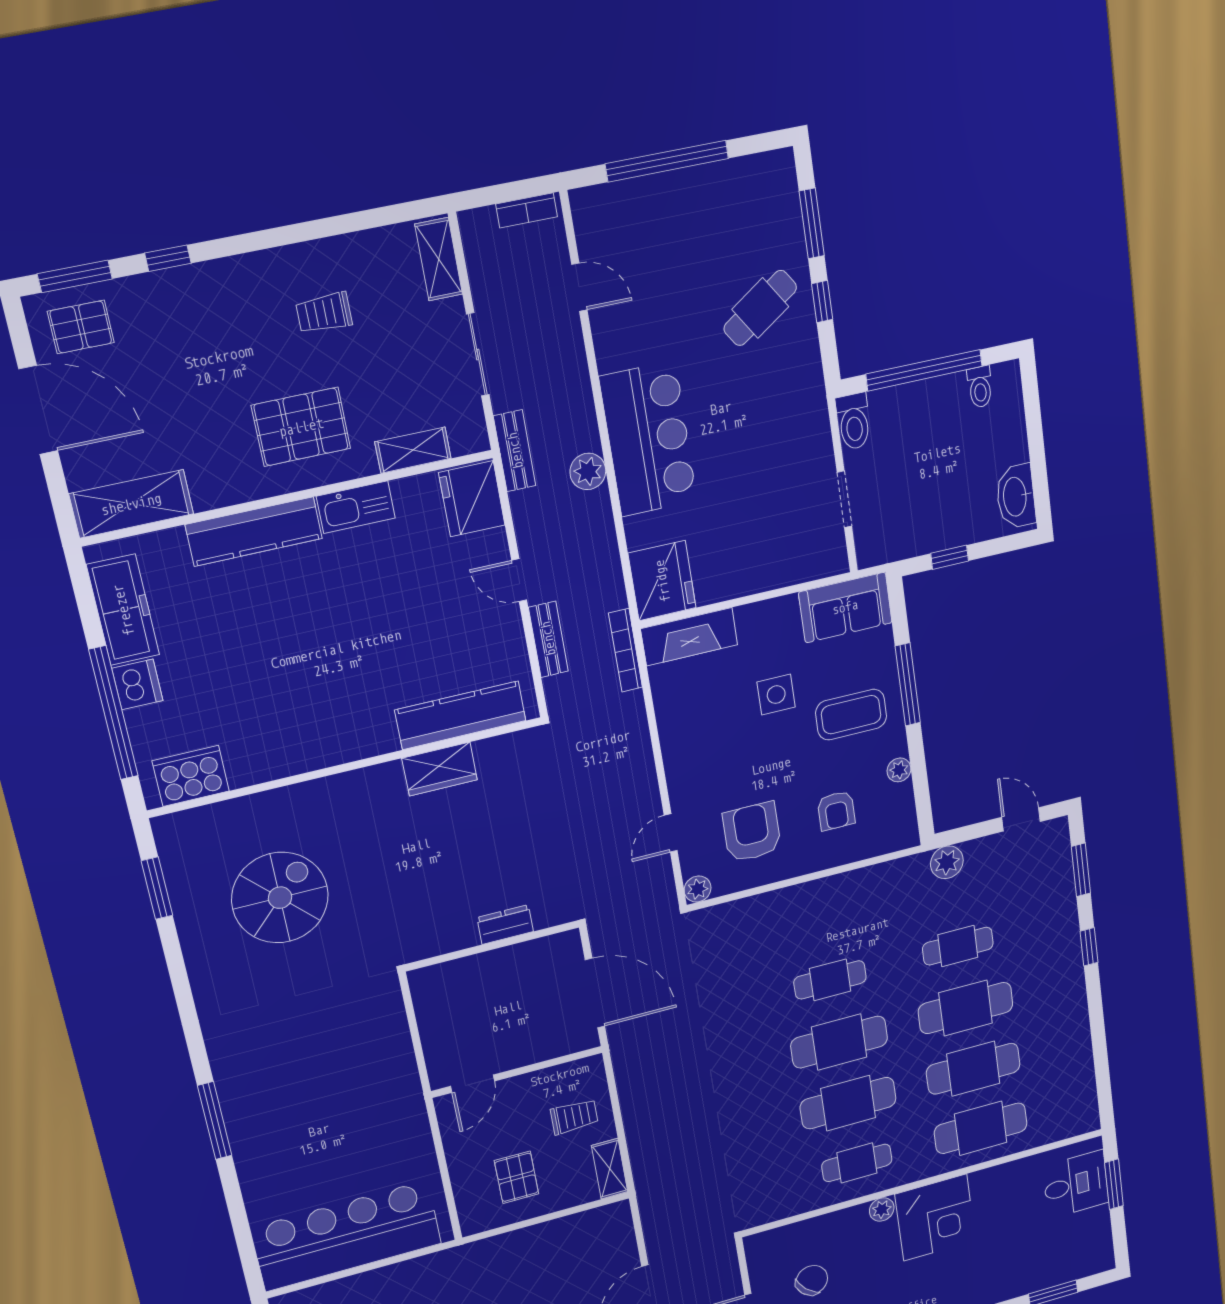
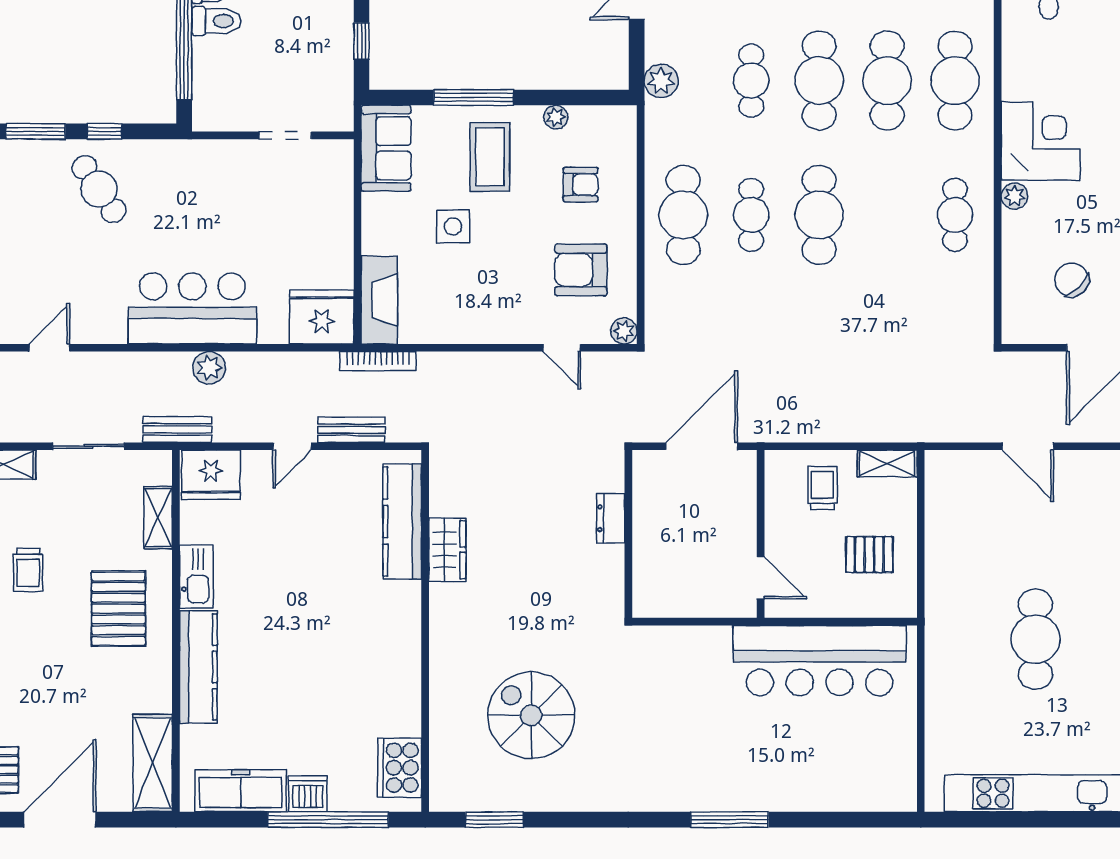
toilet: (854, 421) -> (216, 21), moved
cafe table: (848, 1103) -> (683, 215), moved
bar counter: (347, 1236) -> (820, 661), moved, turned -90

